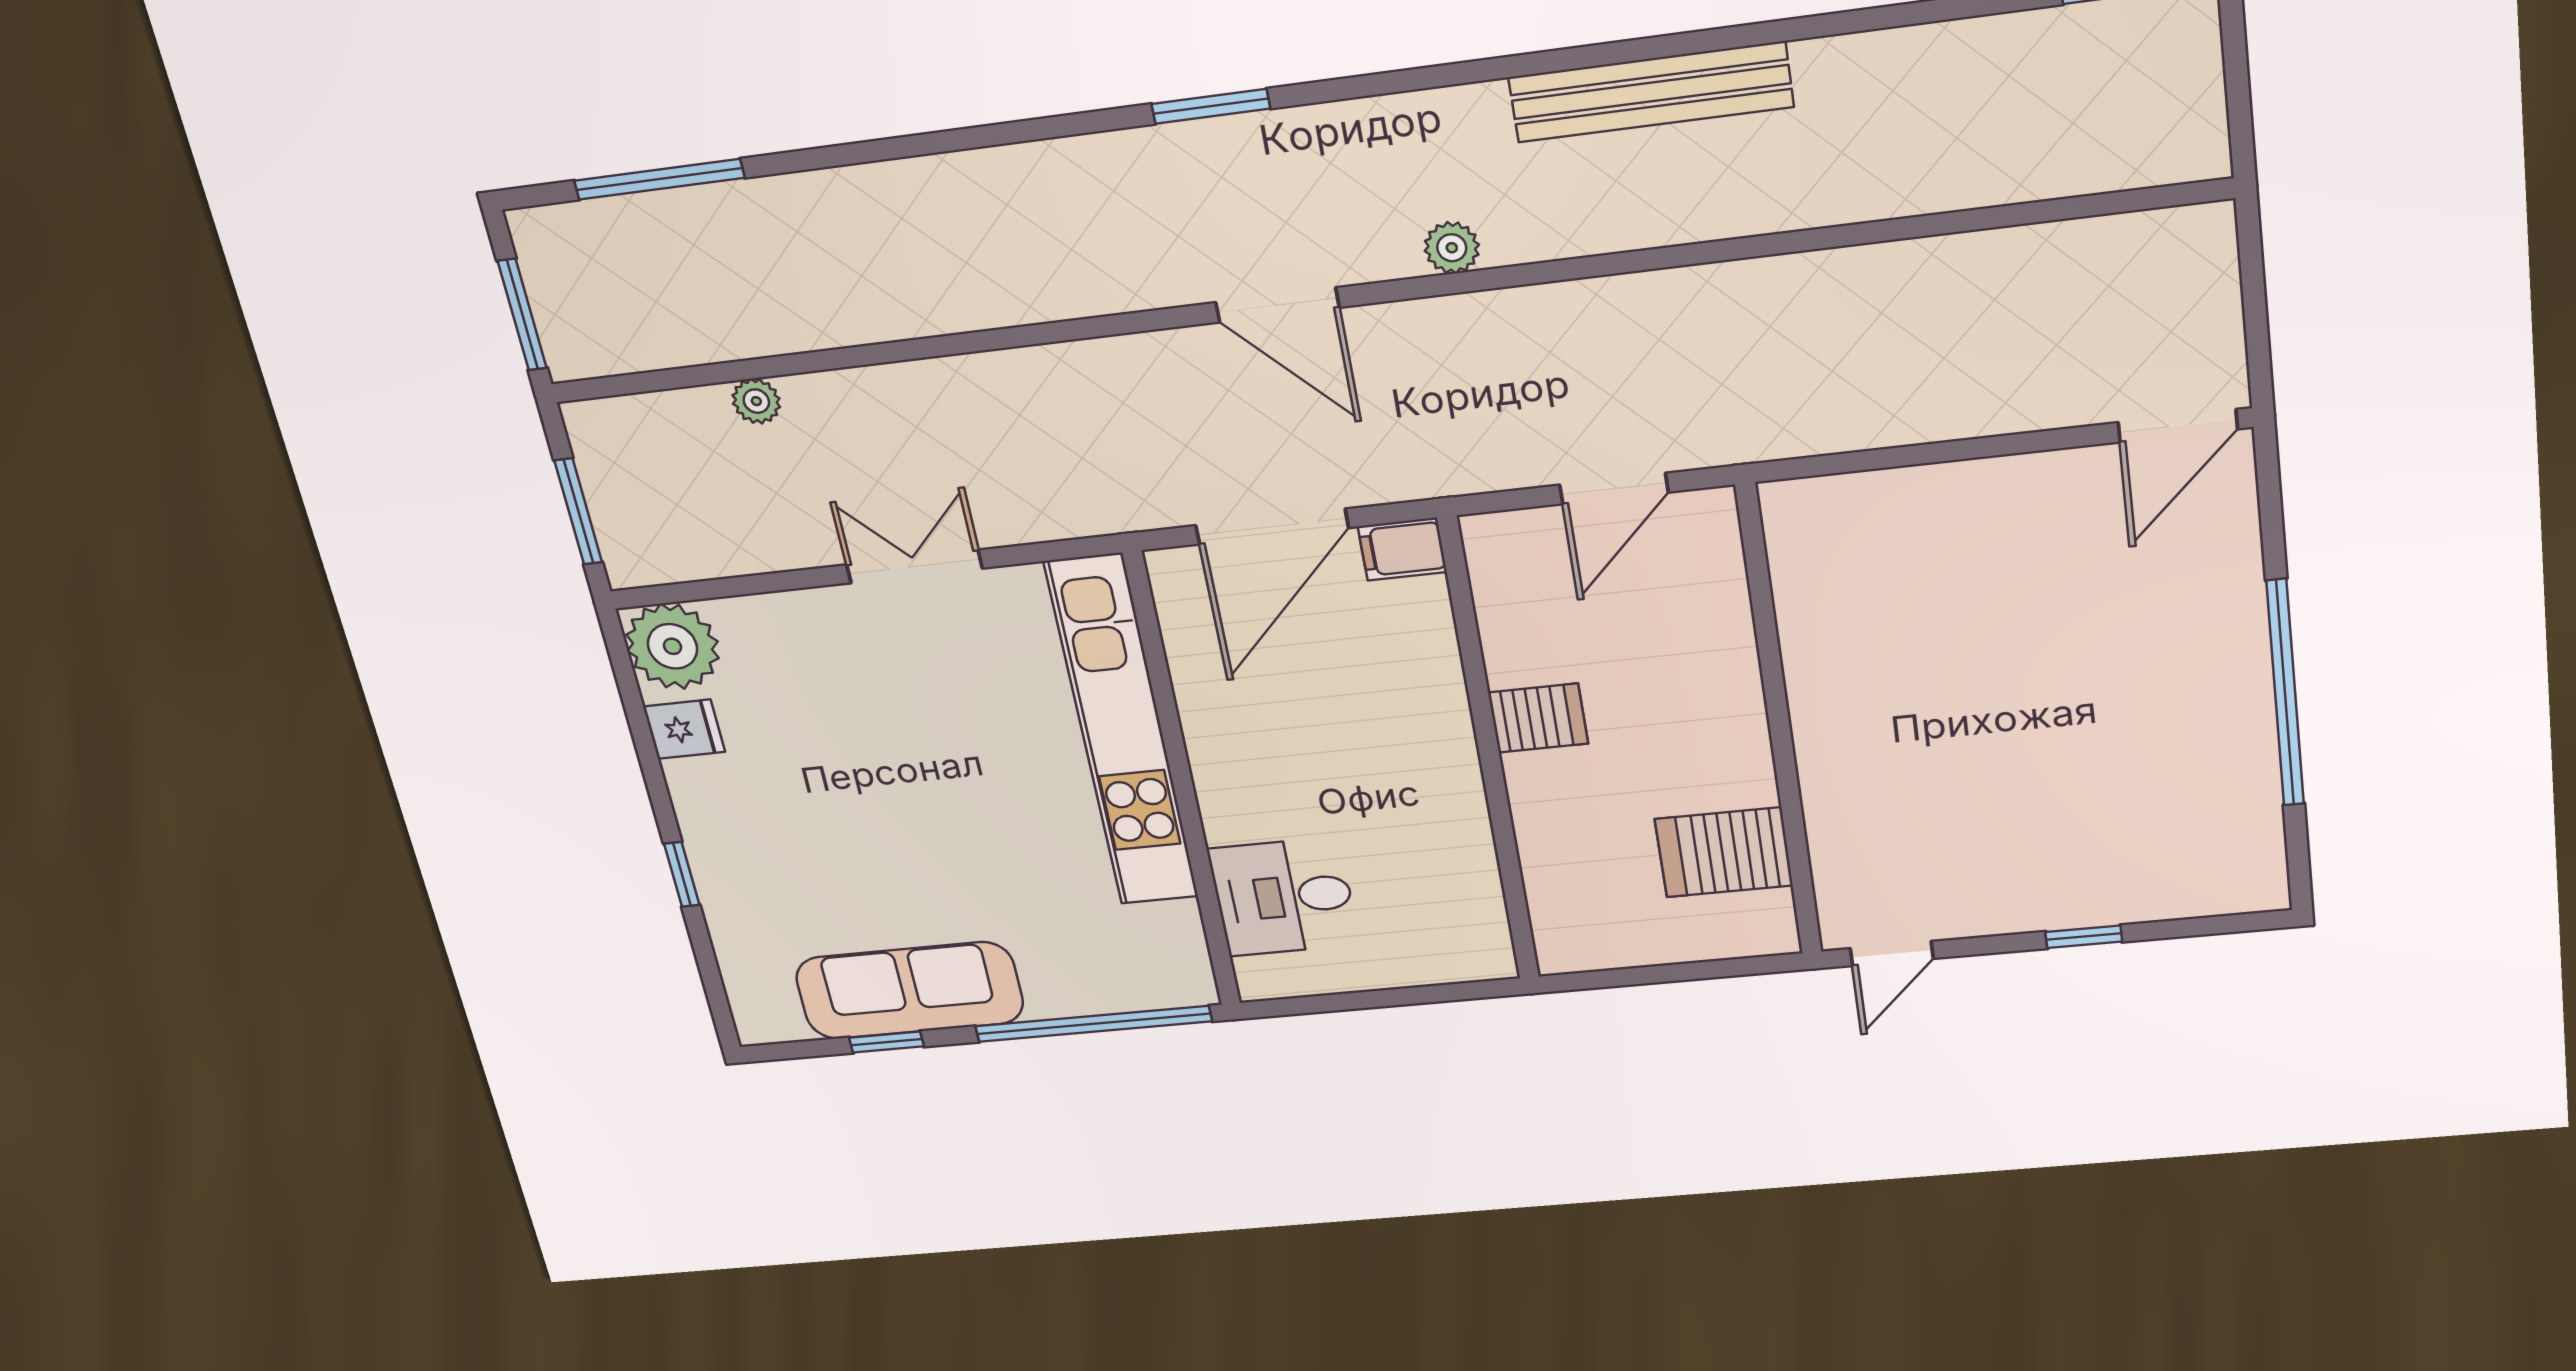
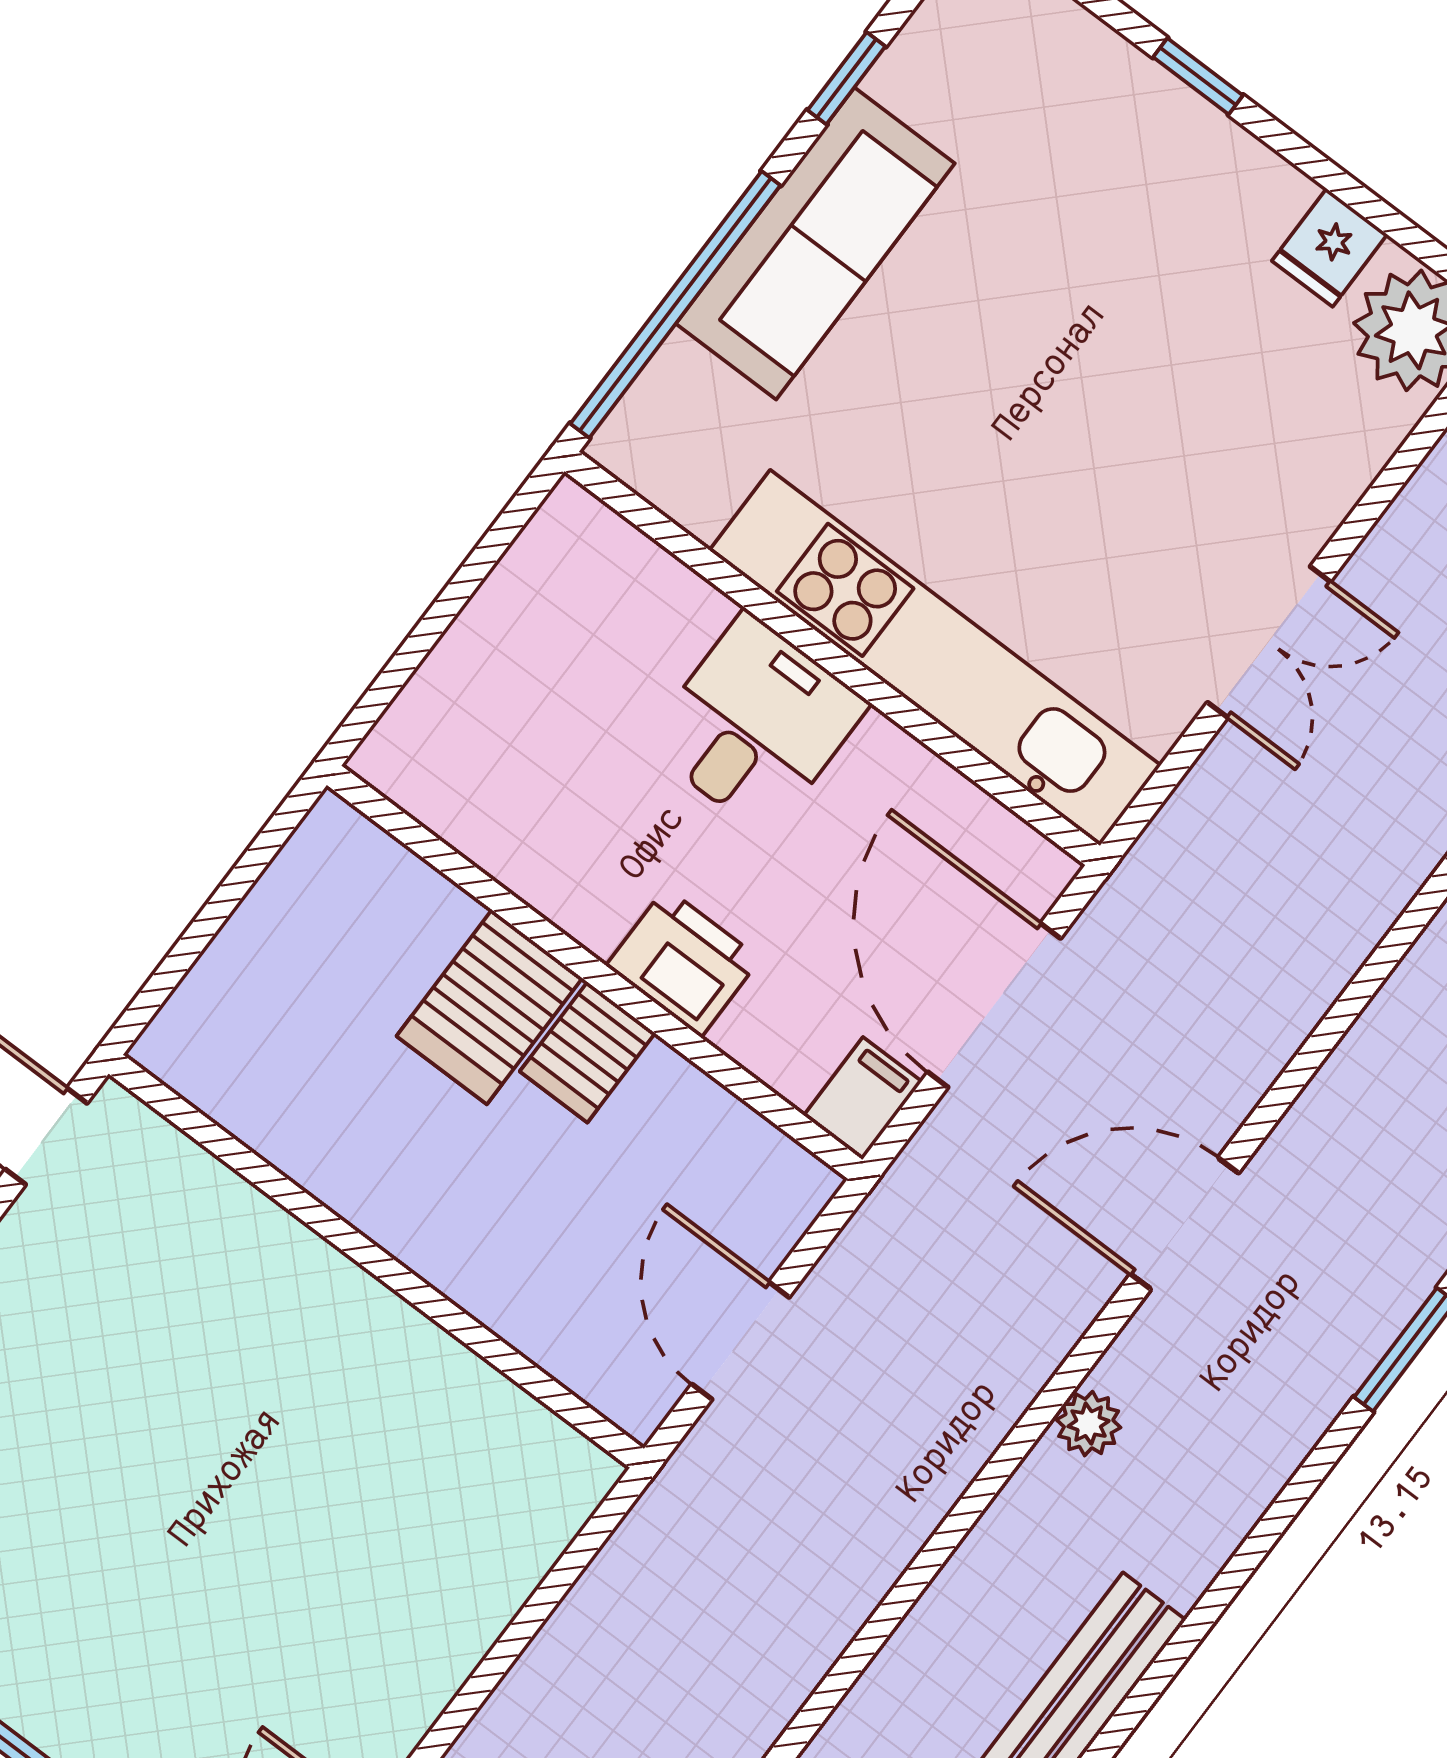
printer: (1432, 713) -> (683, 962), added
server rack: (1724, 852) -> (489, 1007), moved, turned 180
desk: (1284, 897) -> (756, 724), moved
sofa: (909, 991) -> (815, 243), moved

